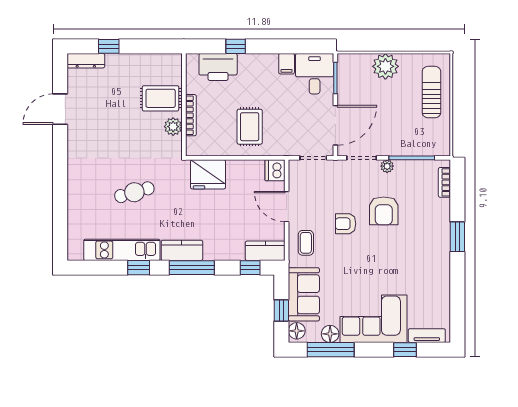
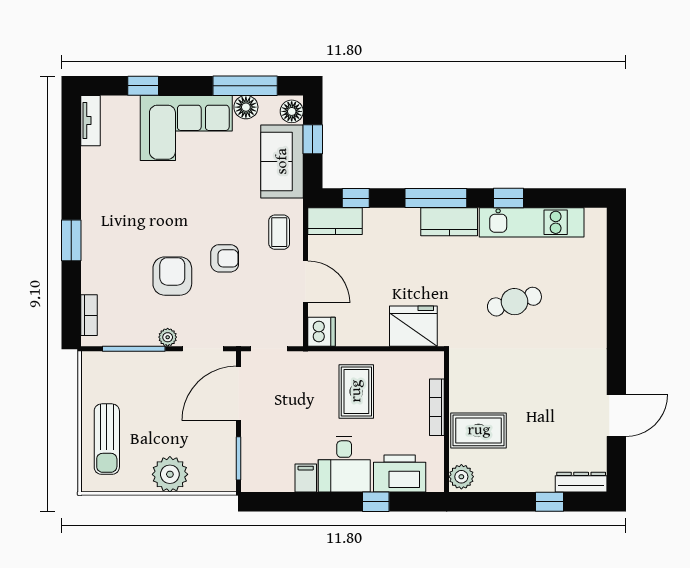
desk: (315, 74) -> (344, 464), moved
plant: (173, 127) -> (461, 477), moved
tv unit: (427, 336) -> (90, 121), moved, turned -90

